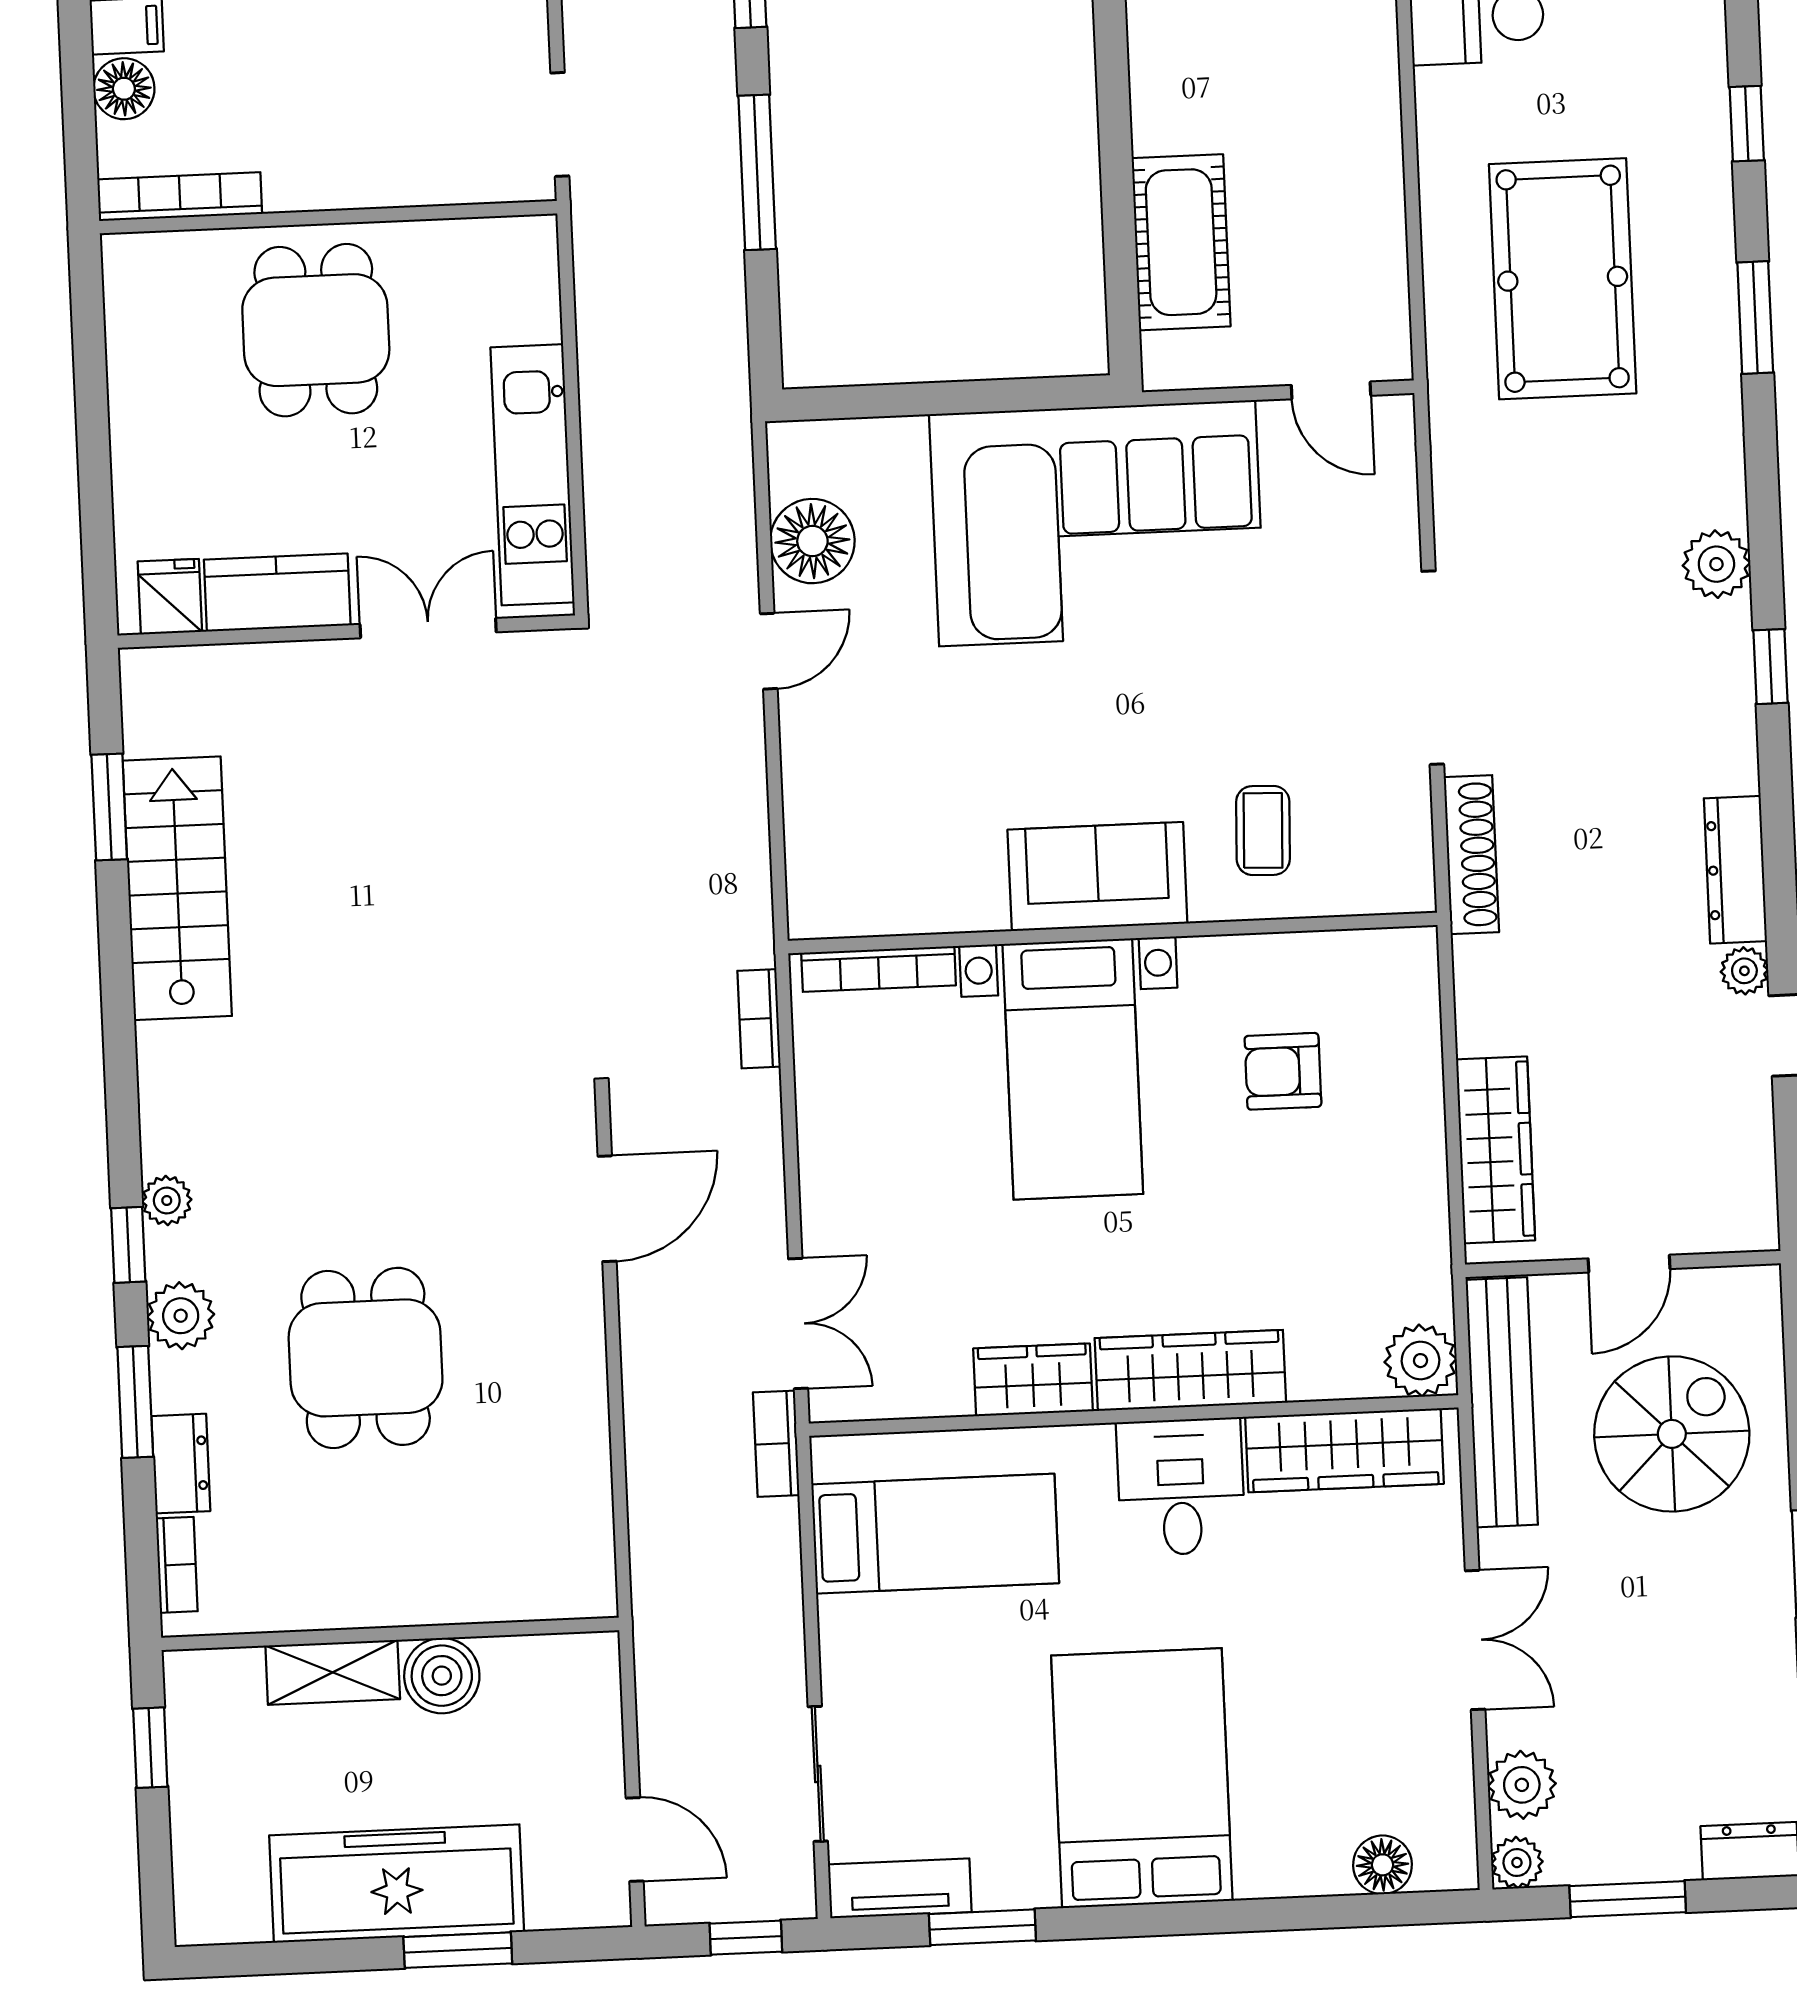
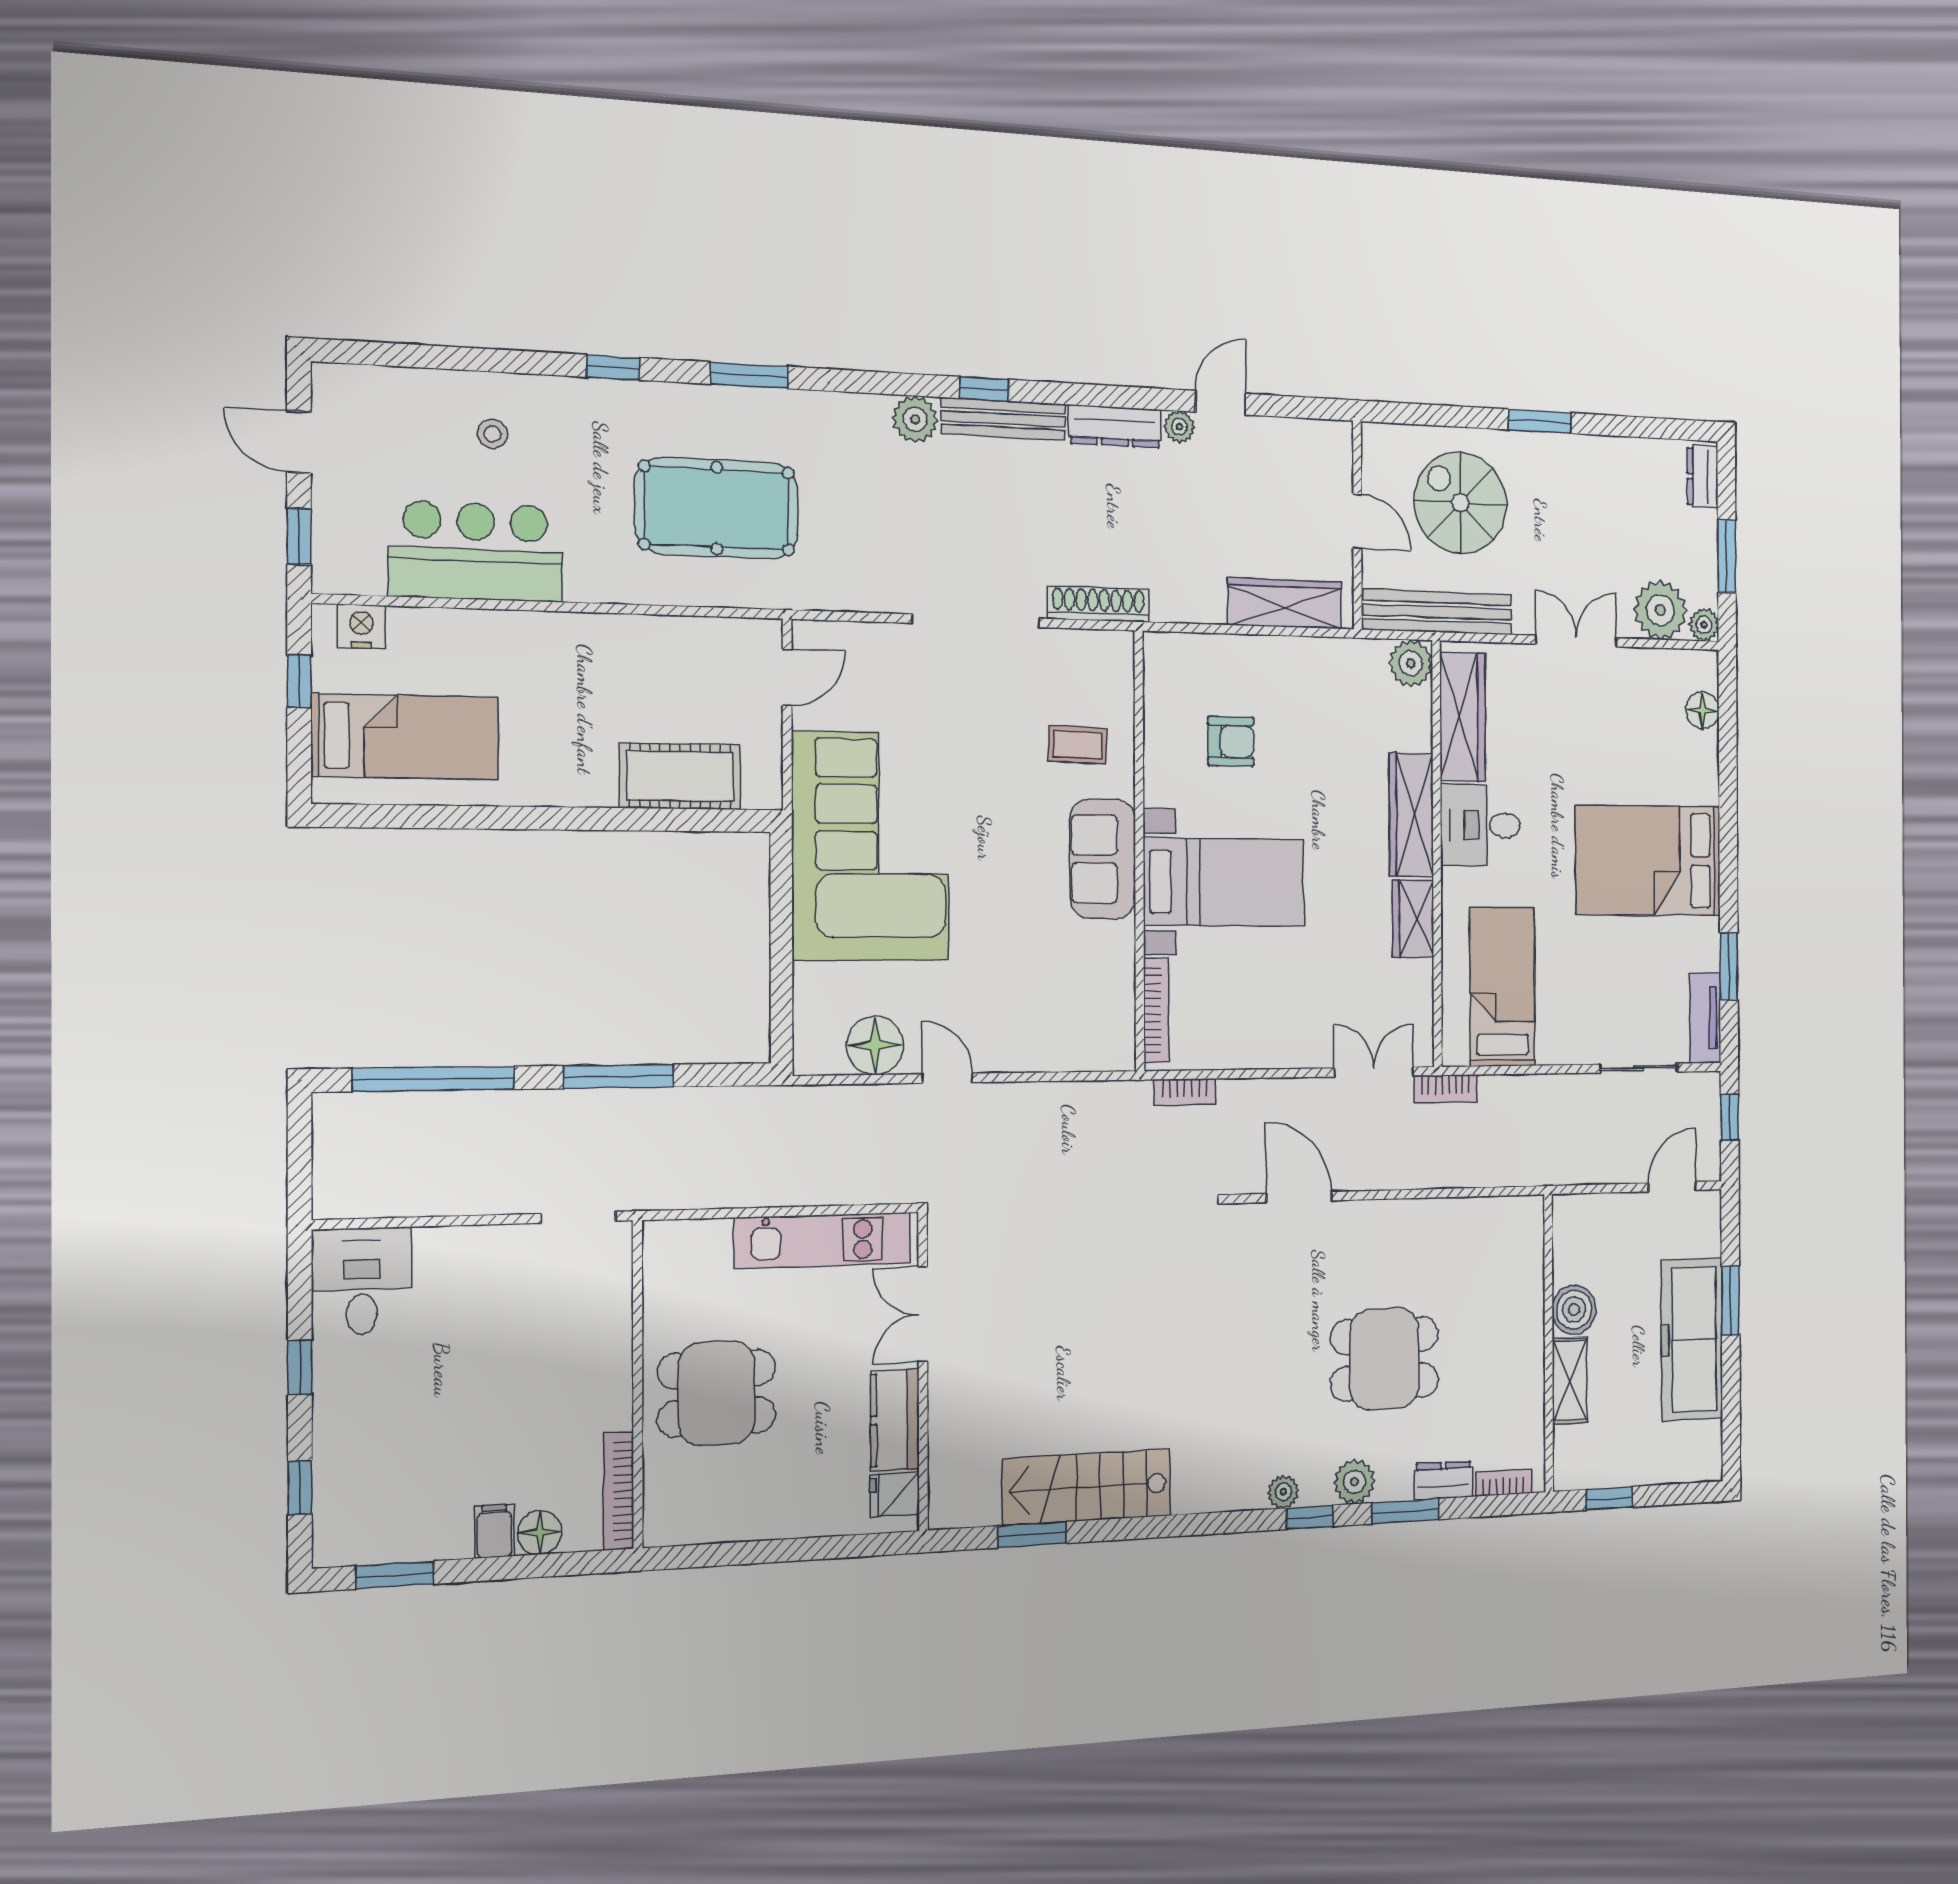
bench: (1730, 697) -> (1003, 419), added
armchair: (1283, 1071) -> (1231, 741), turned -90
plant: (1522, 1785) -> (1660, 610), width x1.36, depth x1.36

